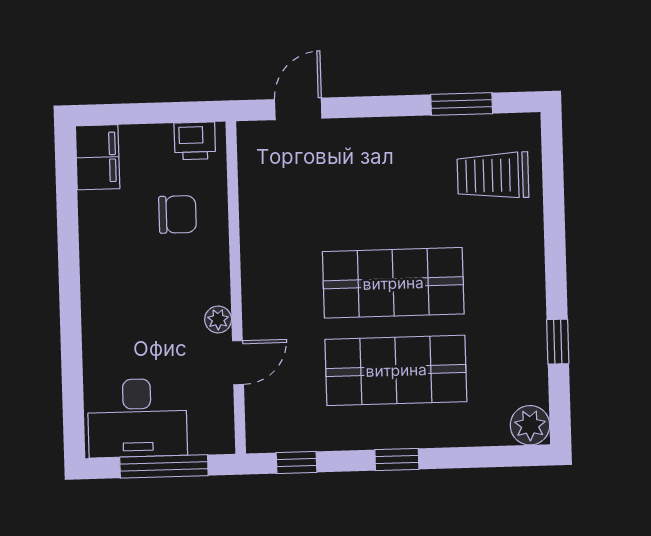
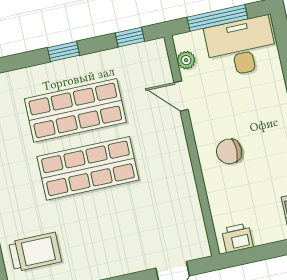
chair: (177, 214) -> (229, 151), moved
plant: (218, 319) -> (186, 60), moved
door: (238, 363) -> (181, 96), hinge flipped

